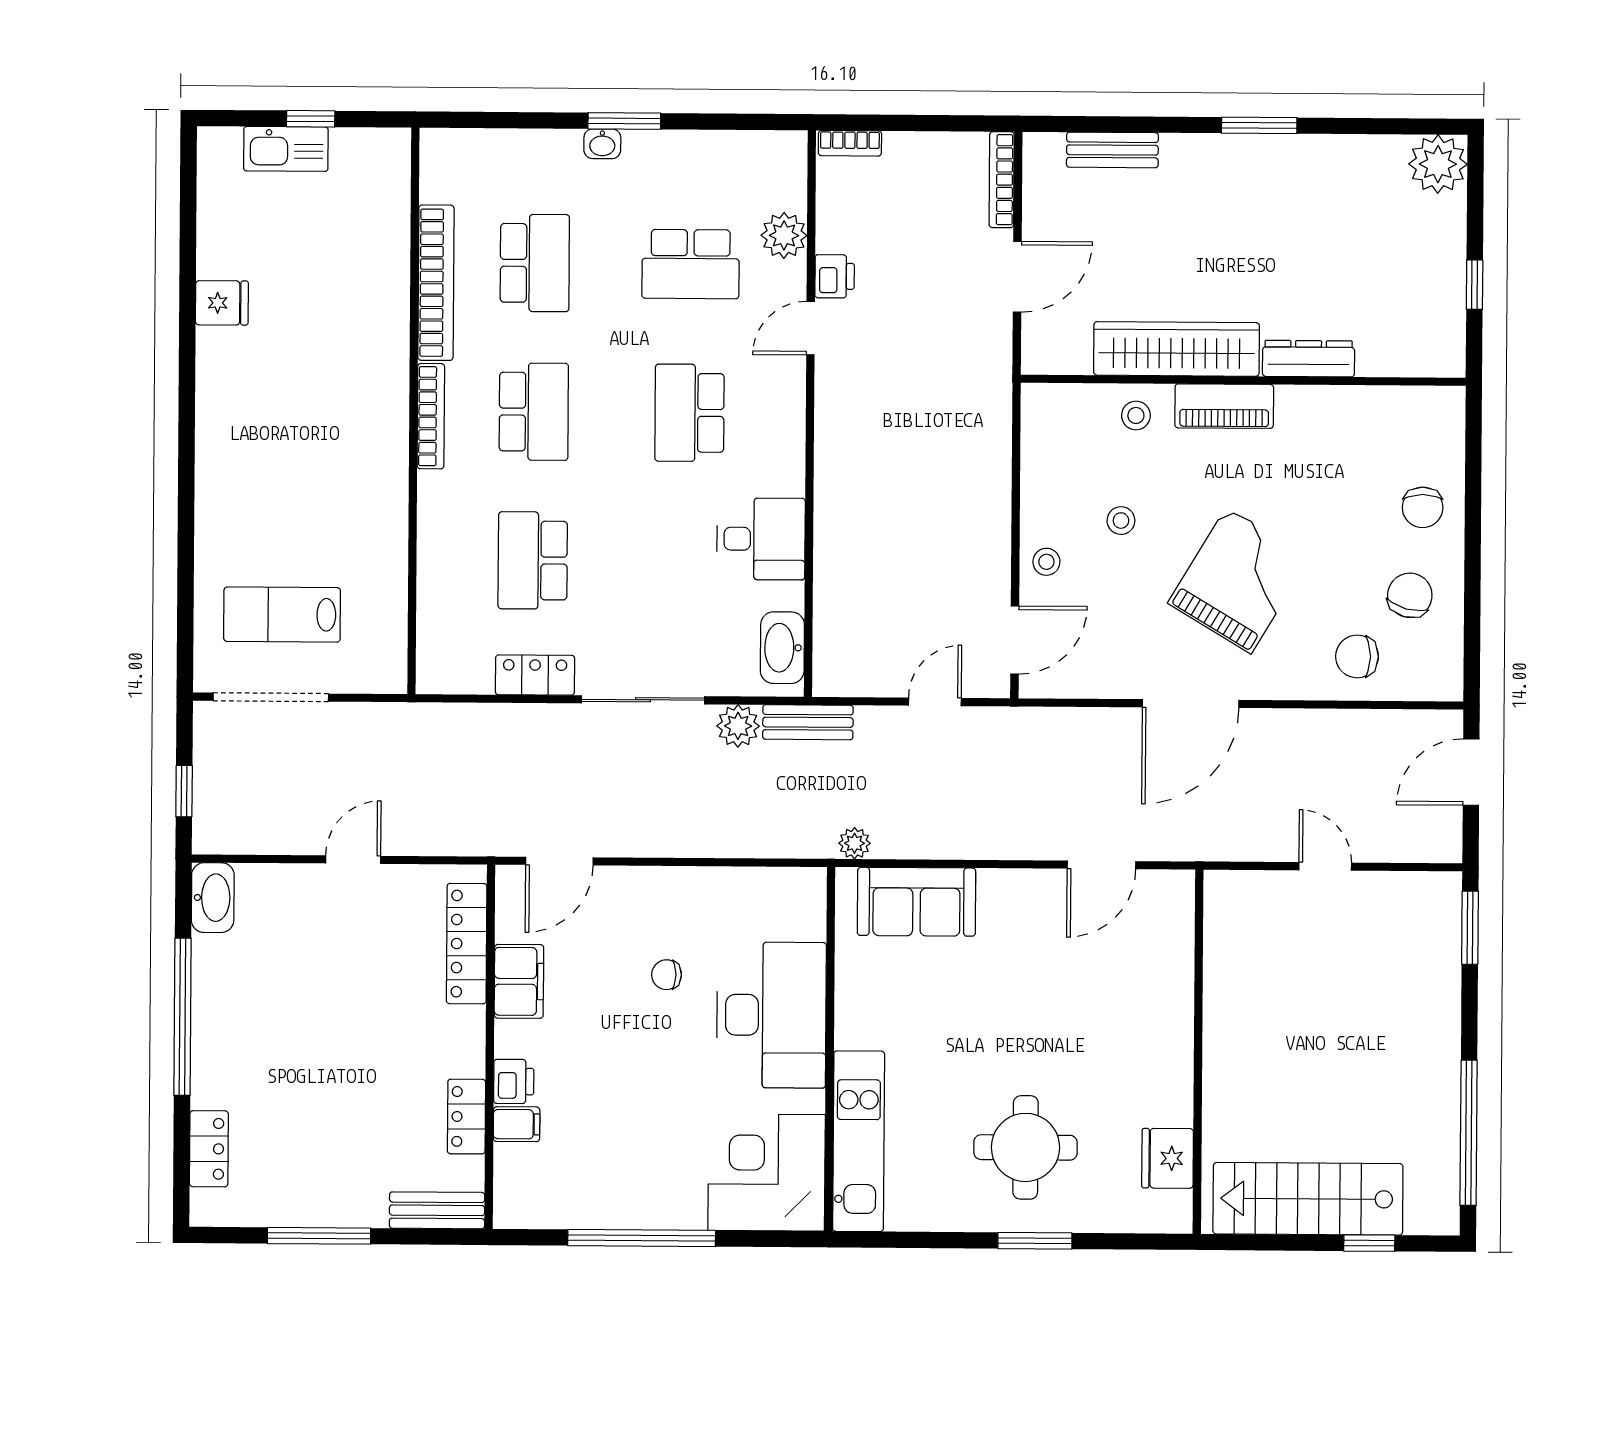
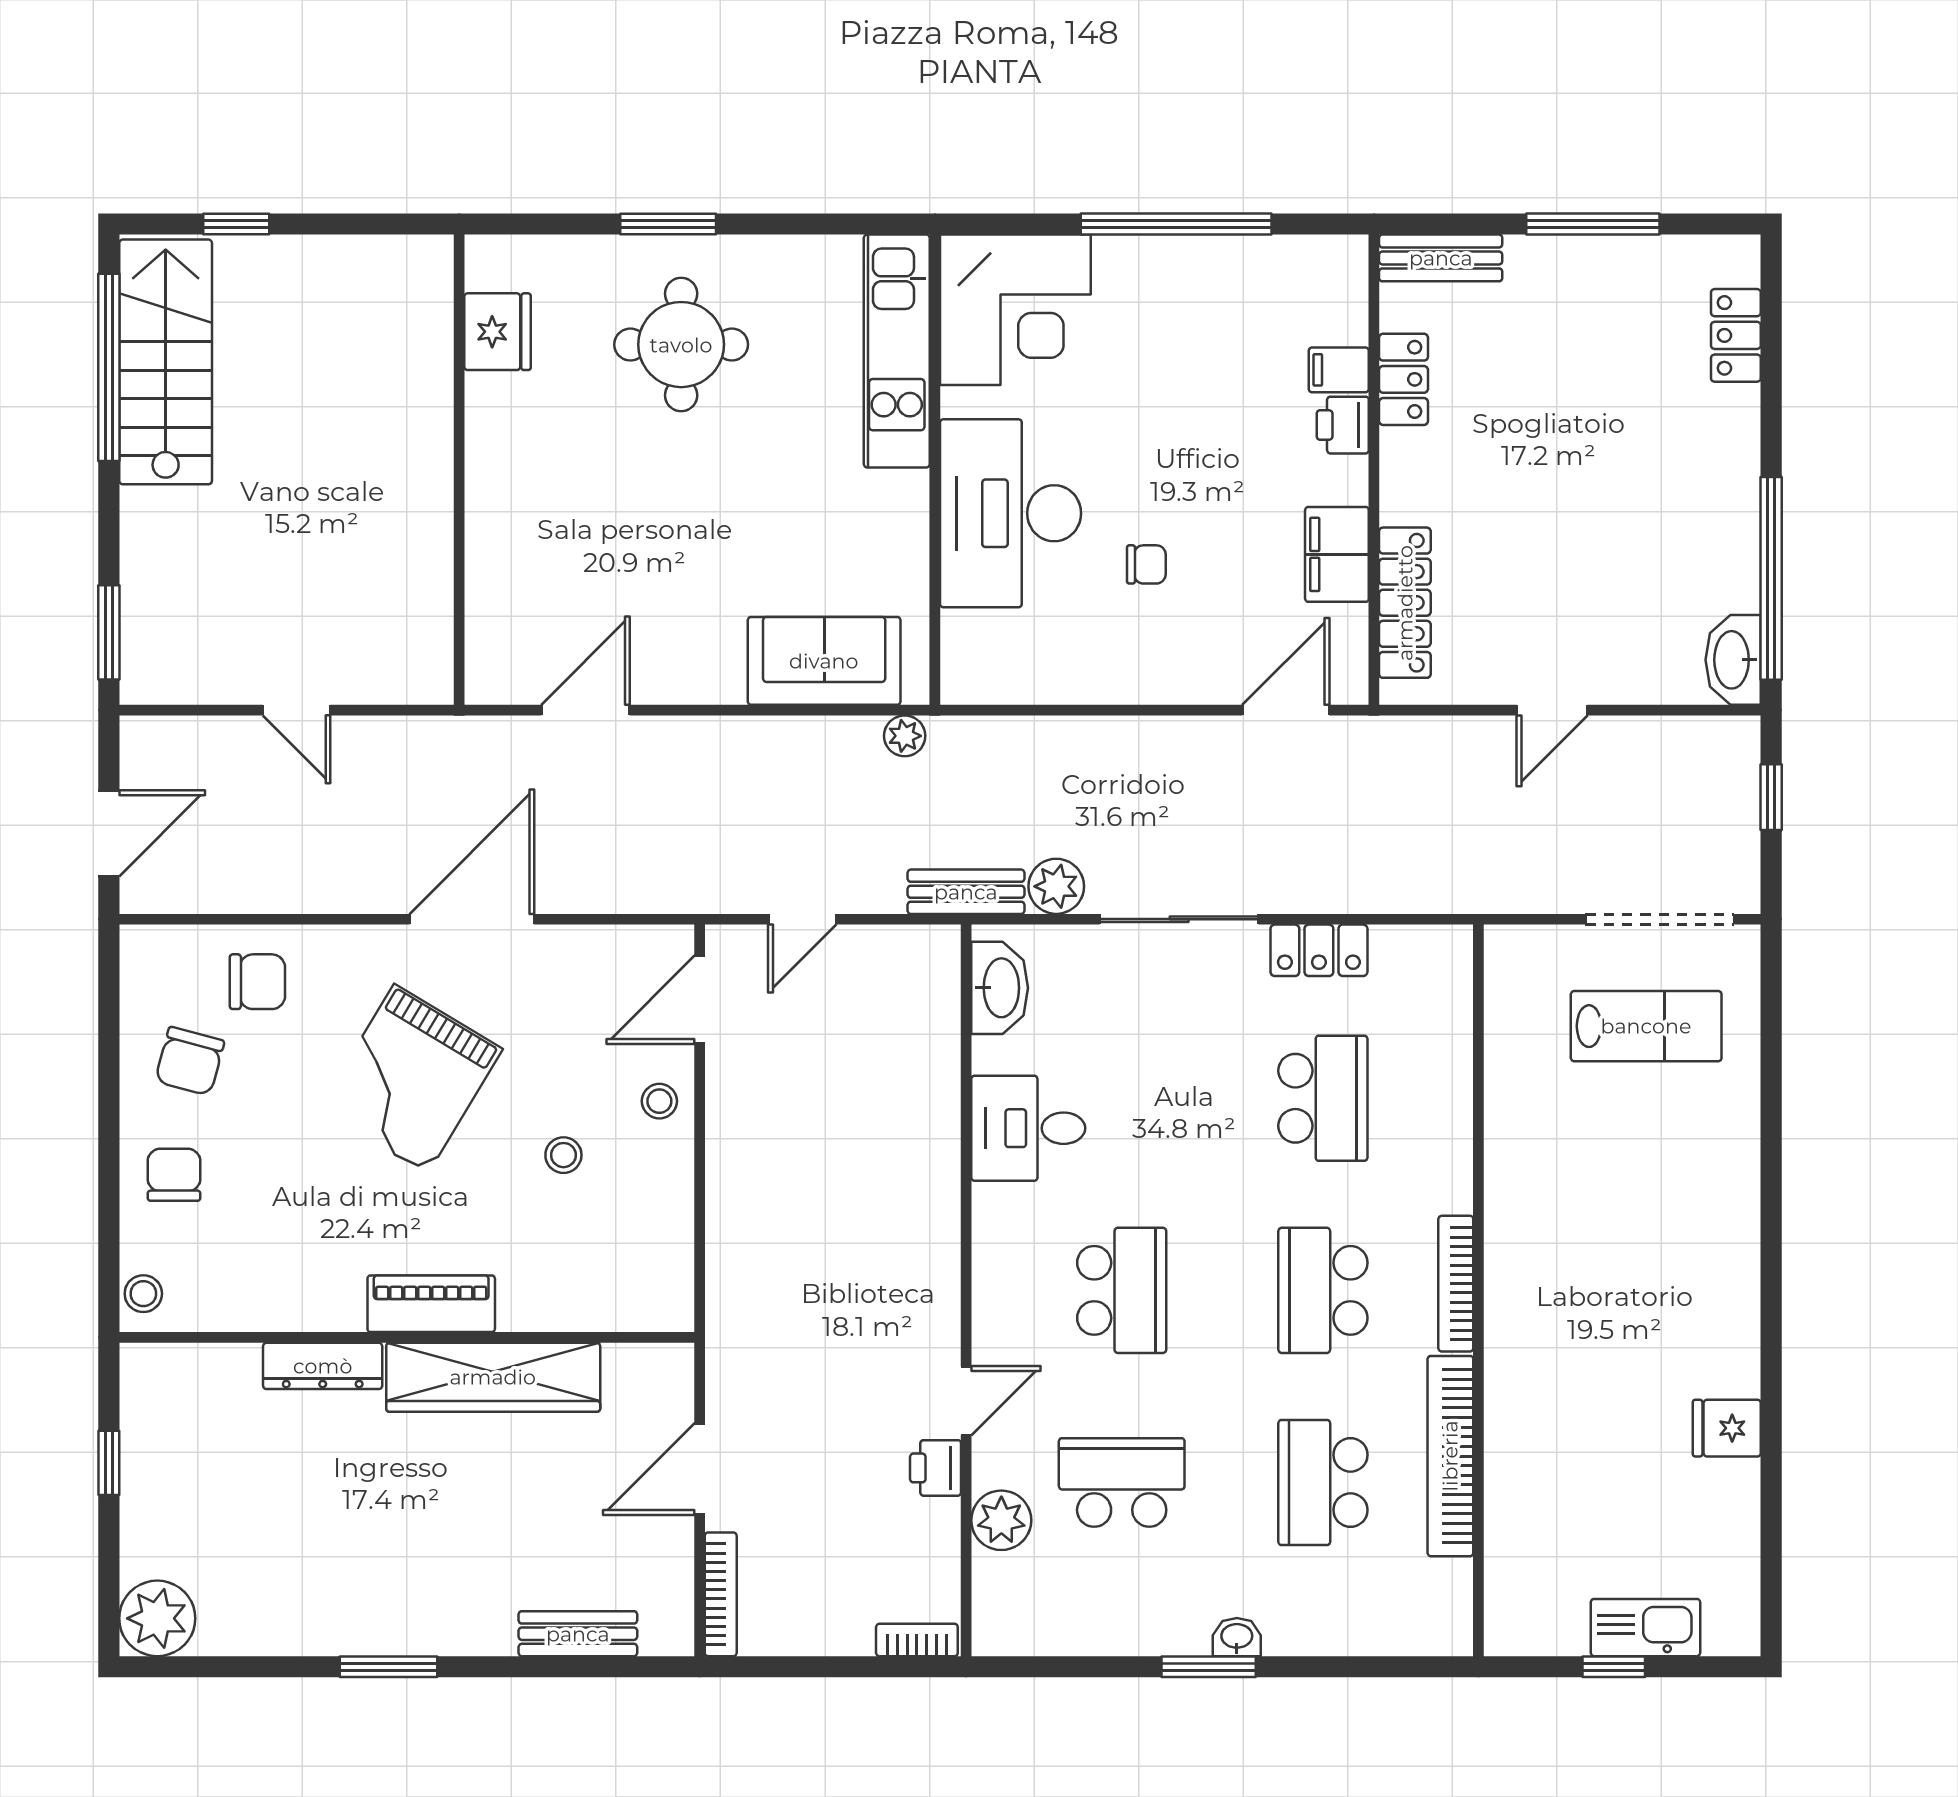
stool: (1136, 415) -> (143, 1294), moved
window: (182, 1017) -> (1771, 578), moved
stairs: (1308, 1199) -> (166, 362), moved, turned -90

